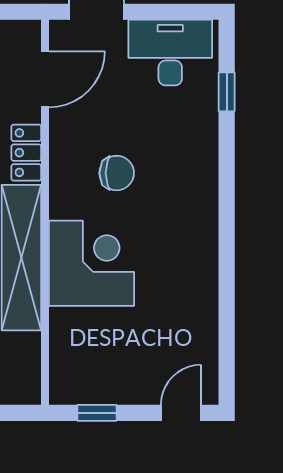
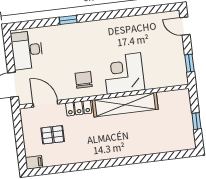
window: (227, 92) -> (68, 20), moved
chair: (117, 173) -> (84, 80), moved

